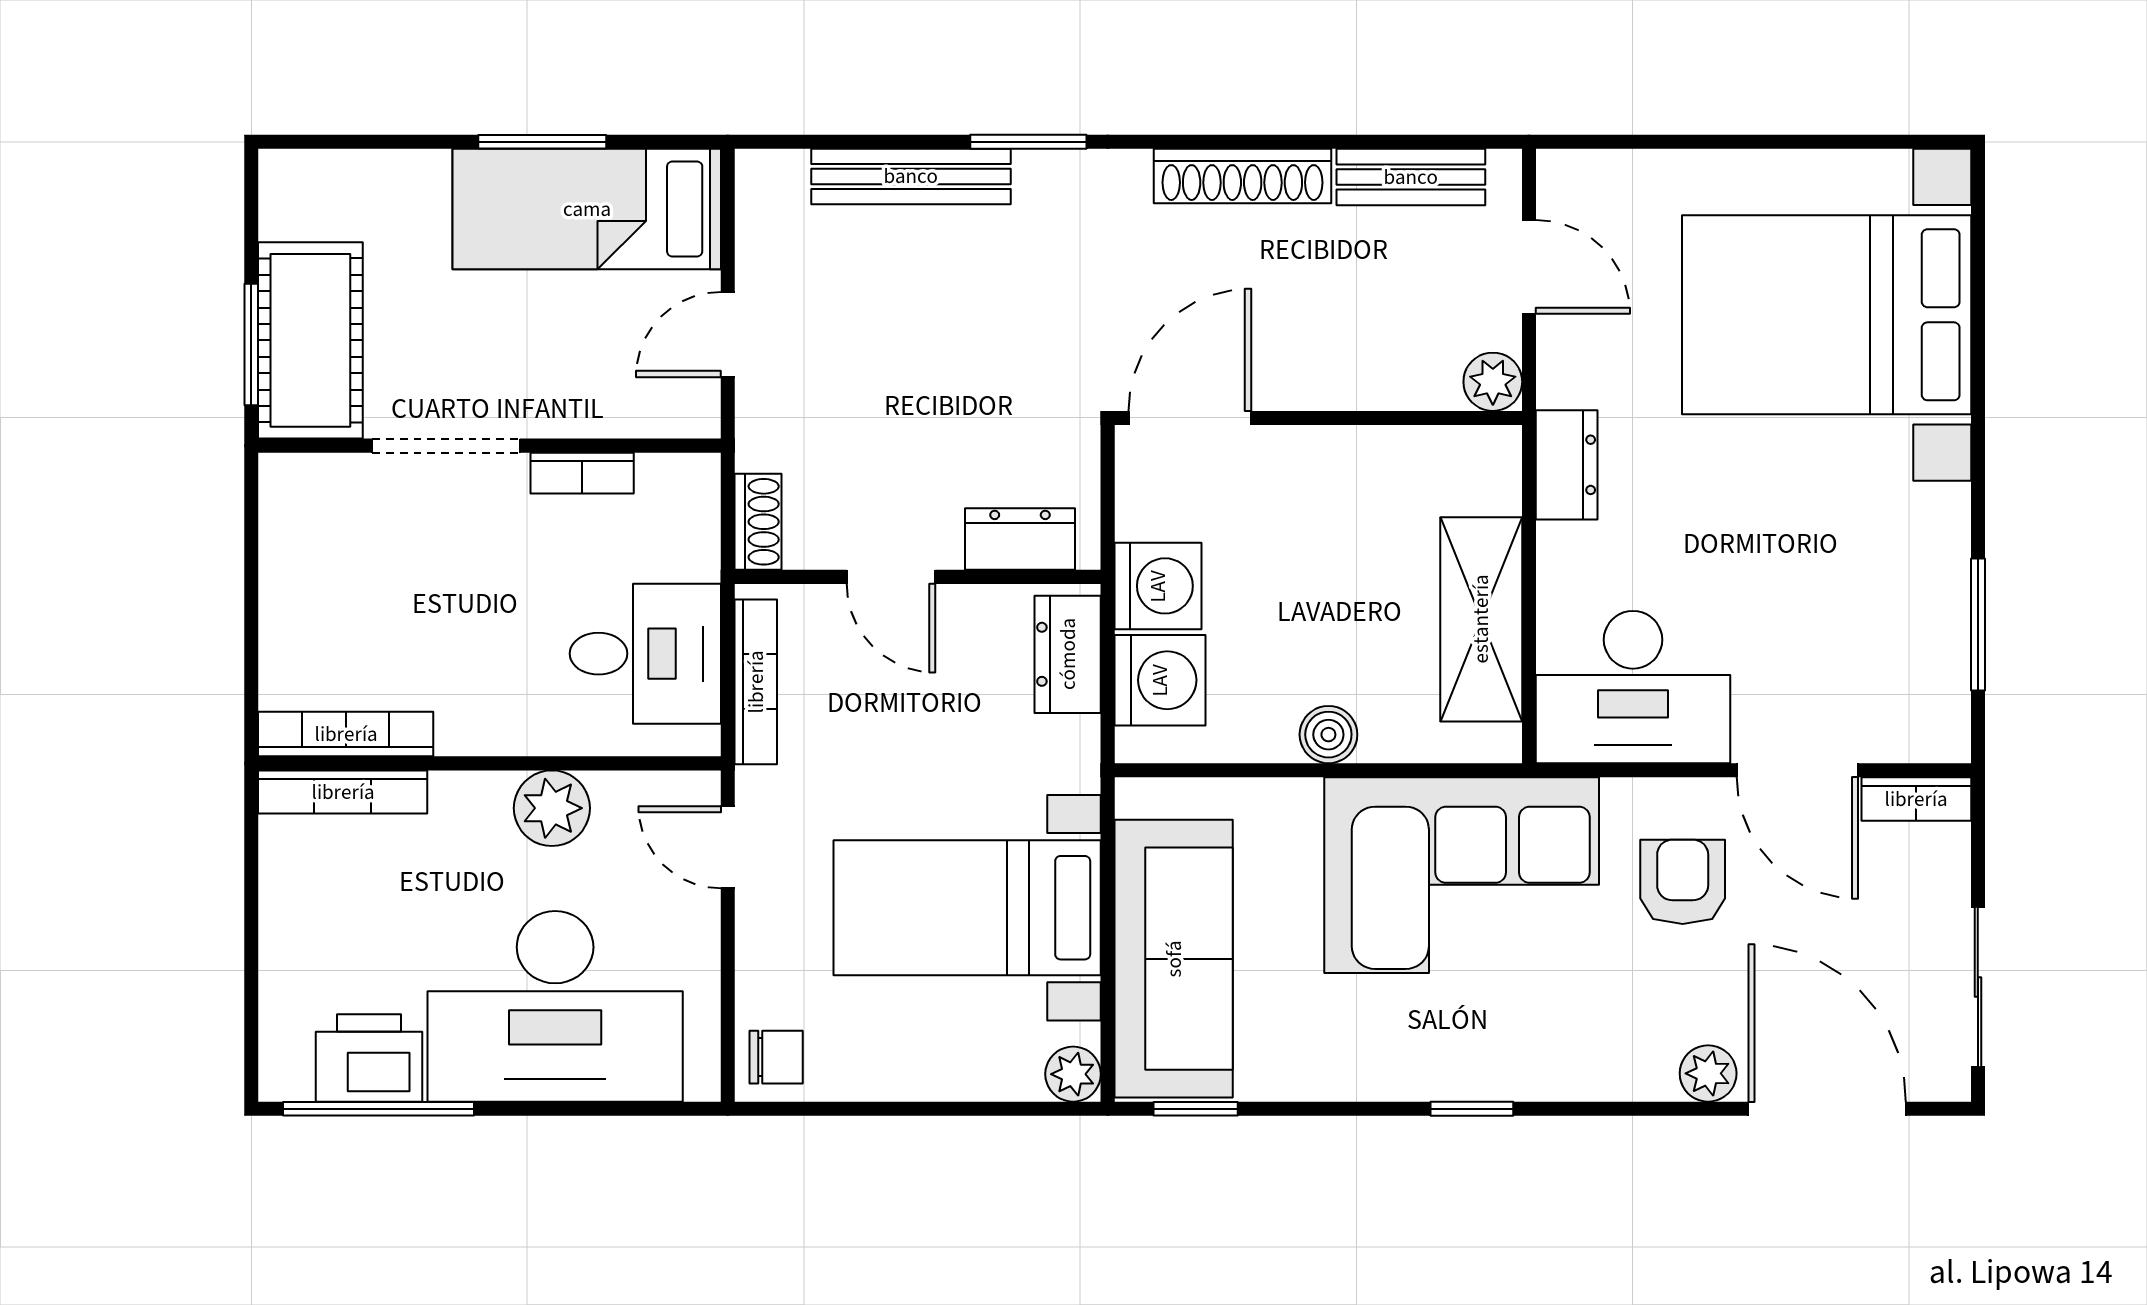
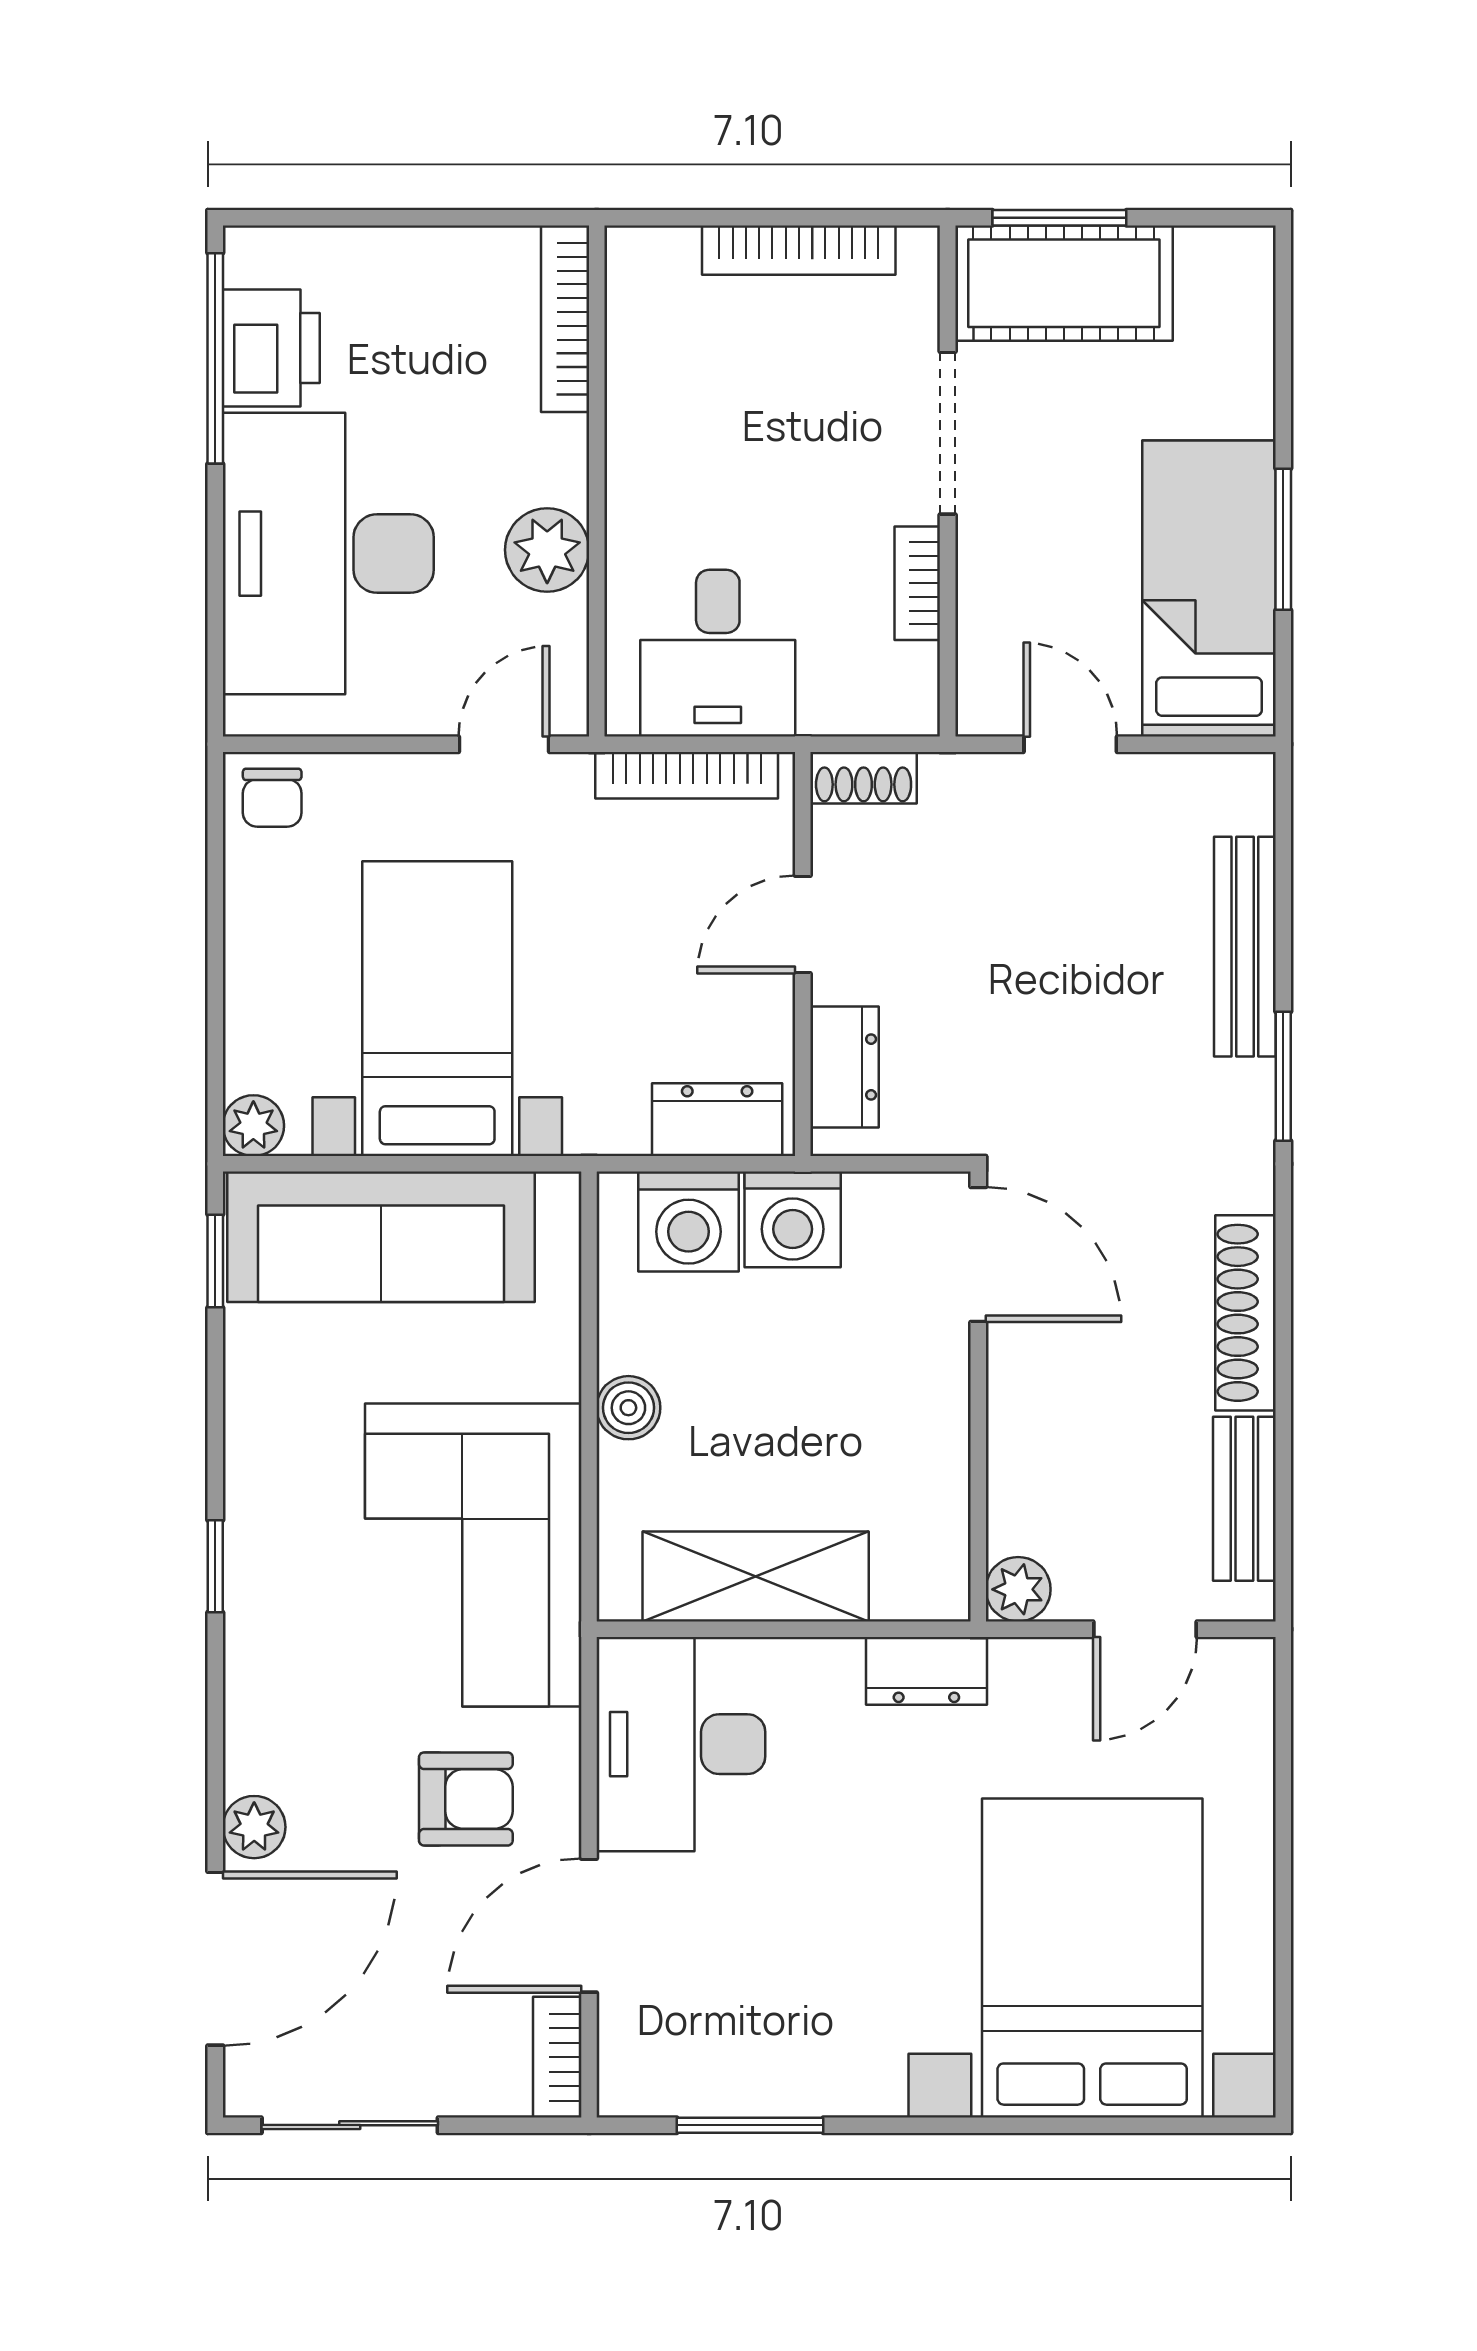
bookcase: (346, 734) -> (799, 250), moved, turned 90

